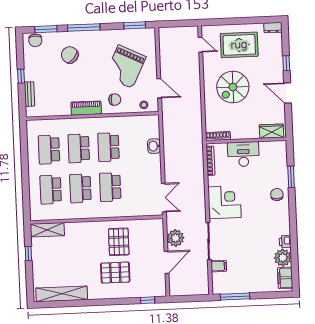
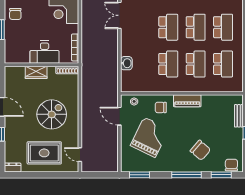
wardrobe: (271, 131) -> (36, 72), moved

